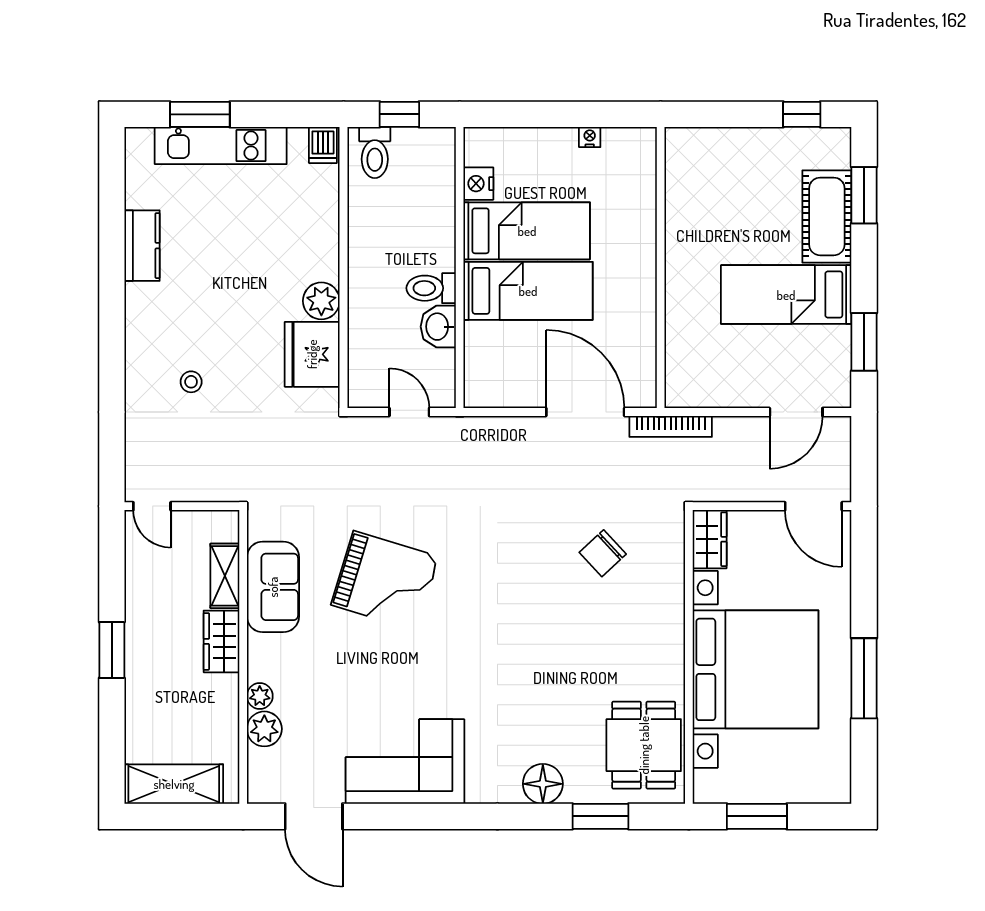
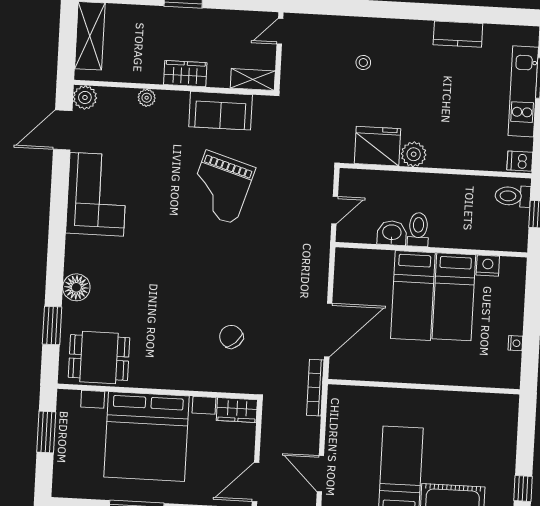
shelving: (225, 576) -> (253, 80), moved
plant: (264, 729) -> (85, 97), moved

